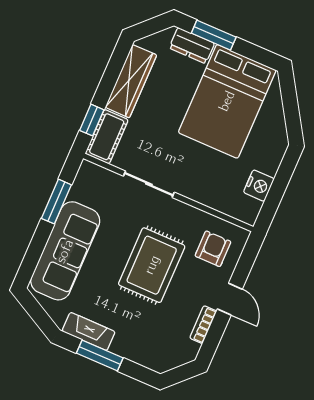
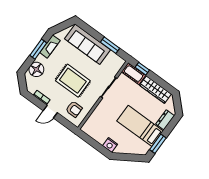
window: (214, 35) -> (158, 144), moved
bed: (227, 101) -> (140, 126), width x0.67
nightstand: (259, 186) -> (110, 145), moved
floor lamp: (145, 350) -> (36, 69), added

